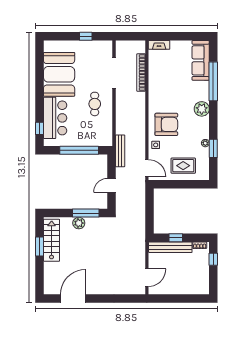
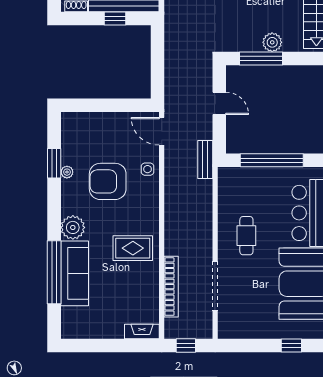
window: (86, 36) -> (291, 345), moved
window: (132, 36) -> (186, 345), added
sofa: (201, 60) -> (75, 273), moved
armchair: (166, 124) -> (108, 181), moved
bench: (120, 151) -> (205, 159), width x0.73
rug: (183, 166) -> (133, 248), moved
door: (111, 185) -> (219, 103), hinge flipped

